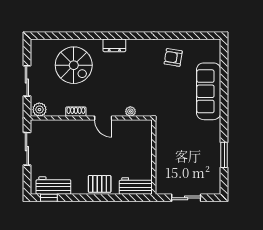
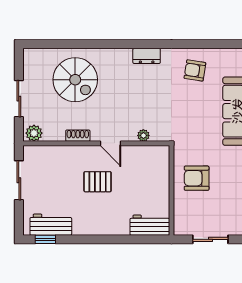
dresser: (114, 45) -> (147, 56), moved
armchair: (175, 147) -> (197, 178), added
pallet: (100, 184) -> (98, 182), moved

